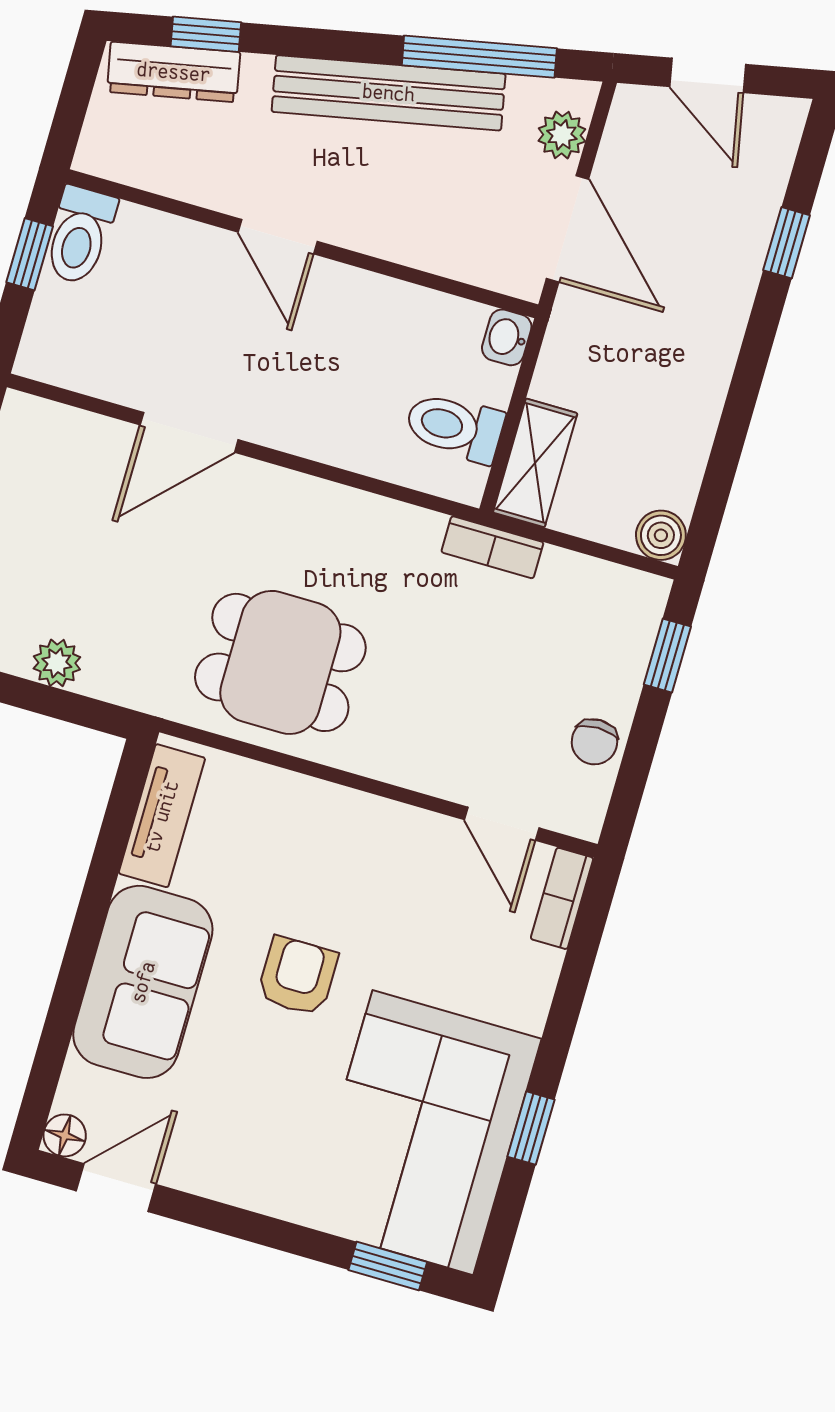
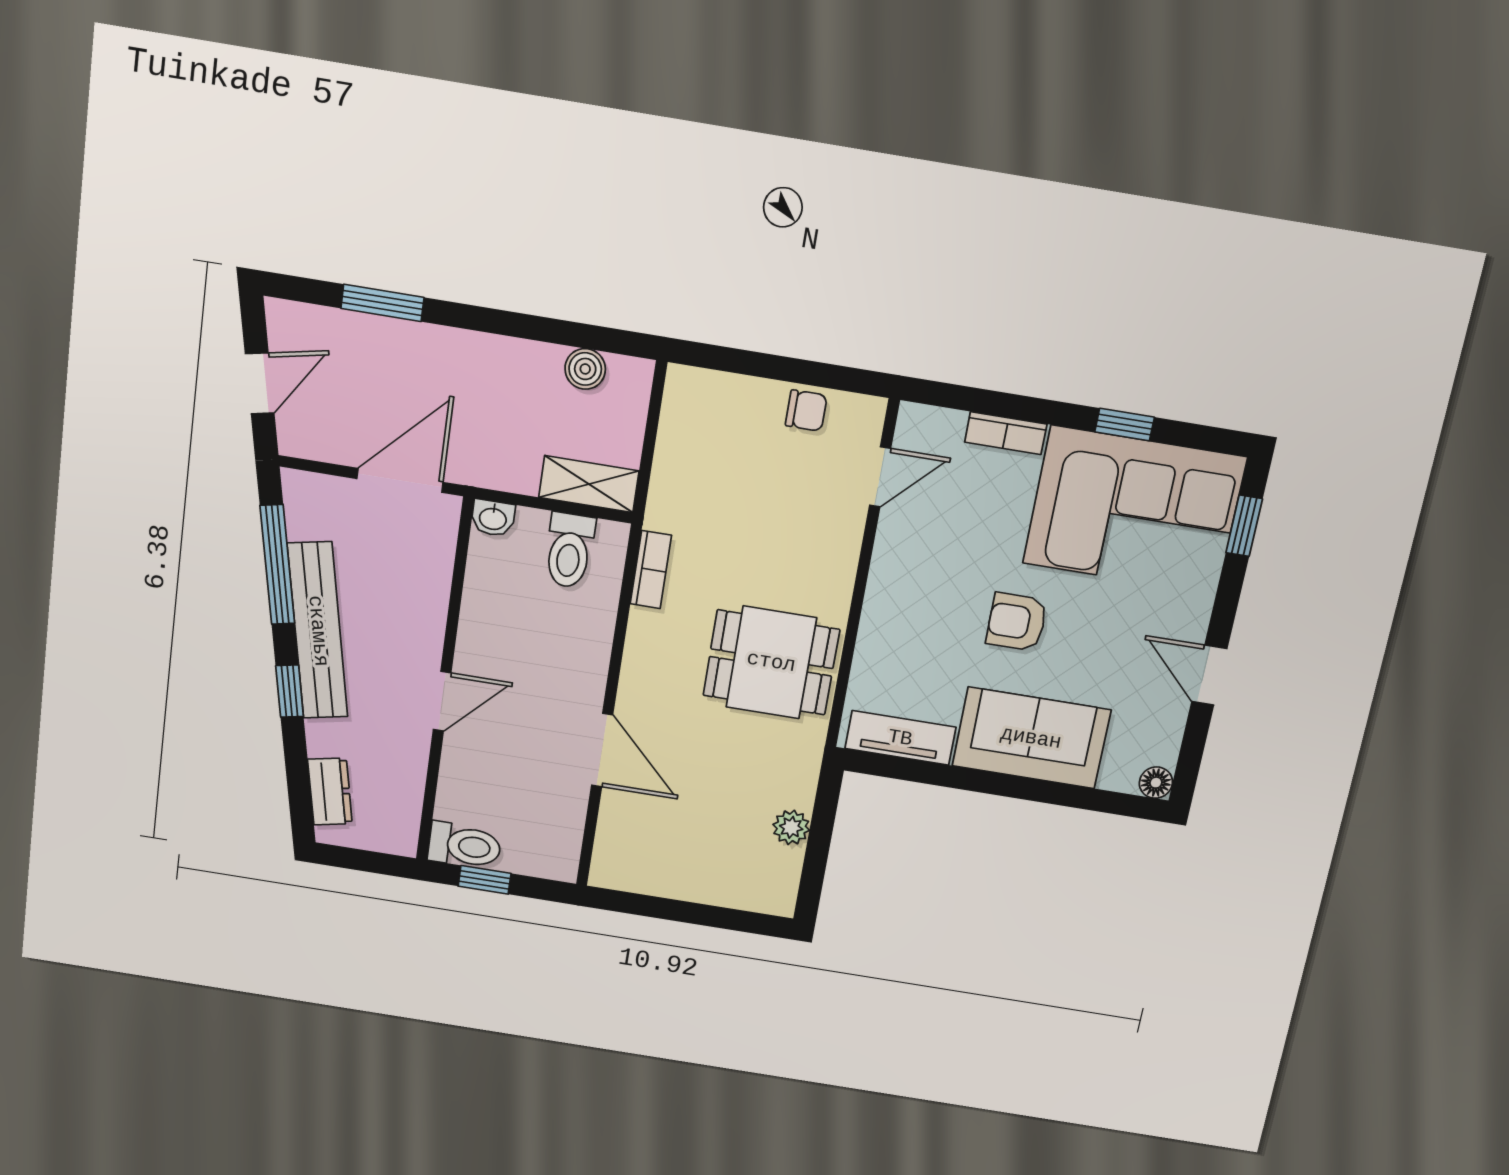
window: (206, 34) -> (290, 691), moved
dresser: (174, 72) -> (330, 792), width x0.70
plant: (562, 135) -> (327, 494), removed
window: (787, 243) -> (382, 303), width x1.50
boiler: (661, 535) -> (585, 369), moved
bookcase: (492, 547) -> (651, 570), moved
window: (667, 656) -> (730, 360), removed
dining table: (280, 662) -> (771, 662), turned 90
bookcase: (562, 898) -> (1006, 433), moved
door: (116, 1188) -> (1209, 675), moved

